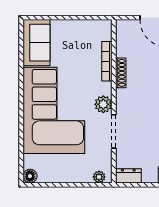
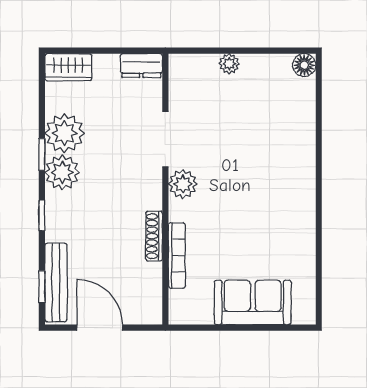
sofa: (36, 43) -> (253, 302), moved, turned 90
corner sofa: (54, 110) -> (265, 174), removed
plant: (99, 177) -> (229, 64), moved

